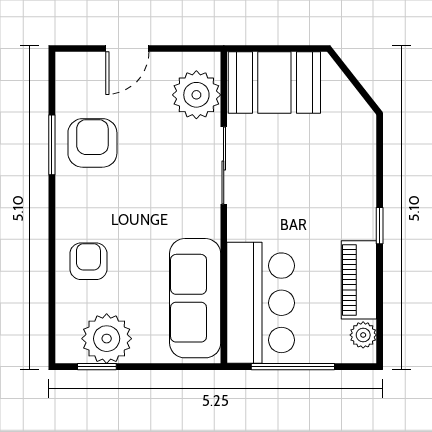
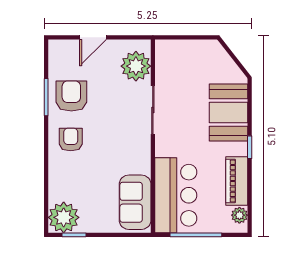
booth: (274, 83) -> (229, 113), moved, turned 90
armchair: (88, 261) -> (71, 140), moved
sofa: (195, 298) -> (135, 202), width x0.73
plant: (107, 339) -> (64, 217), moved

